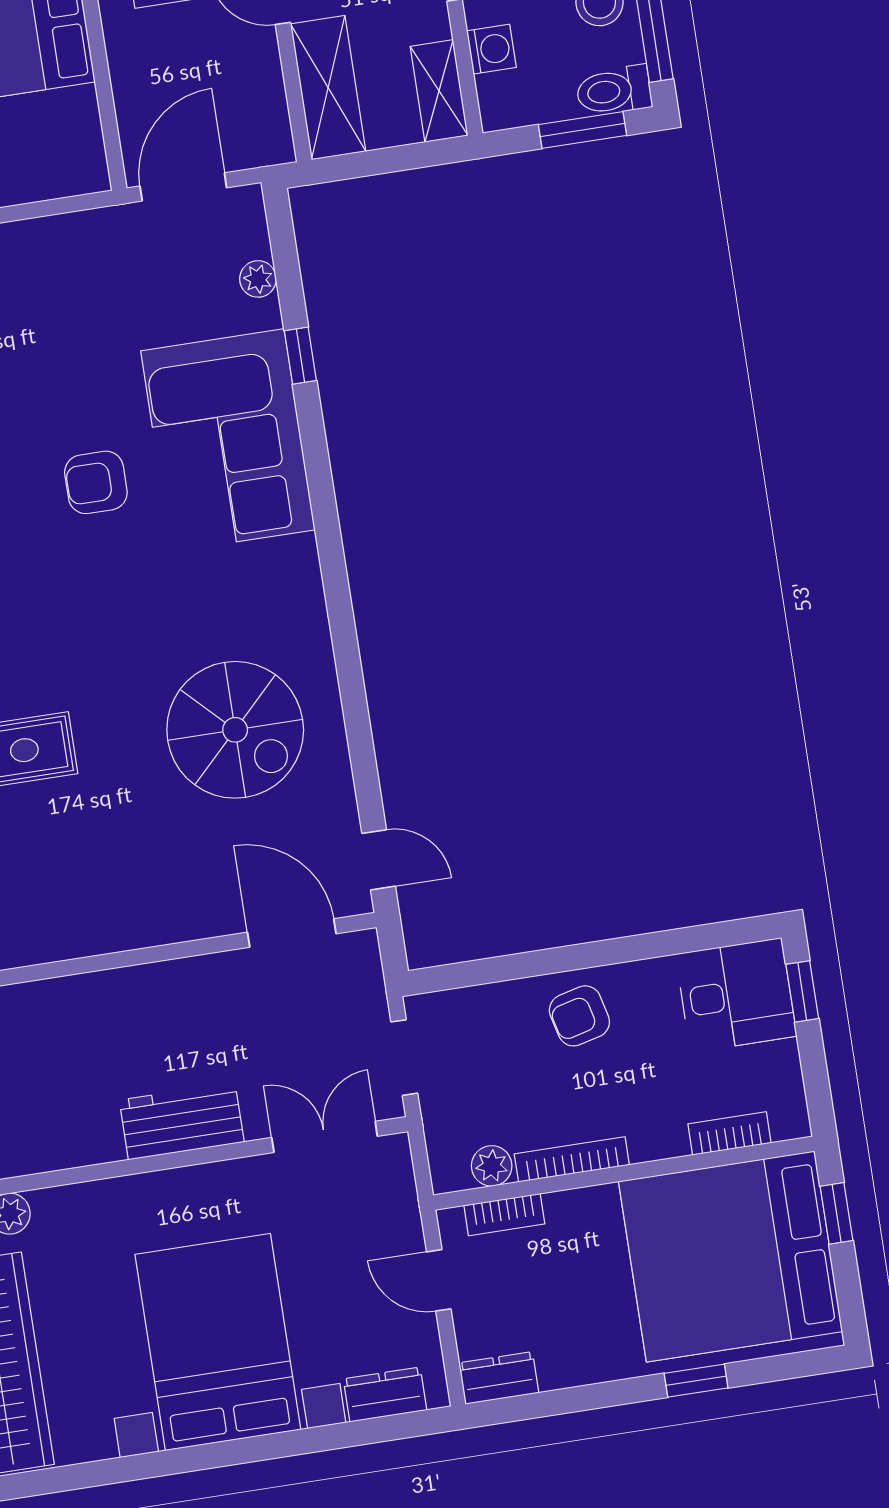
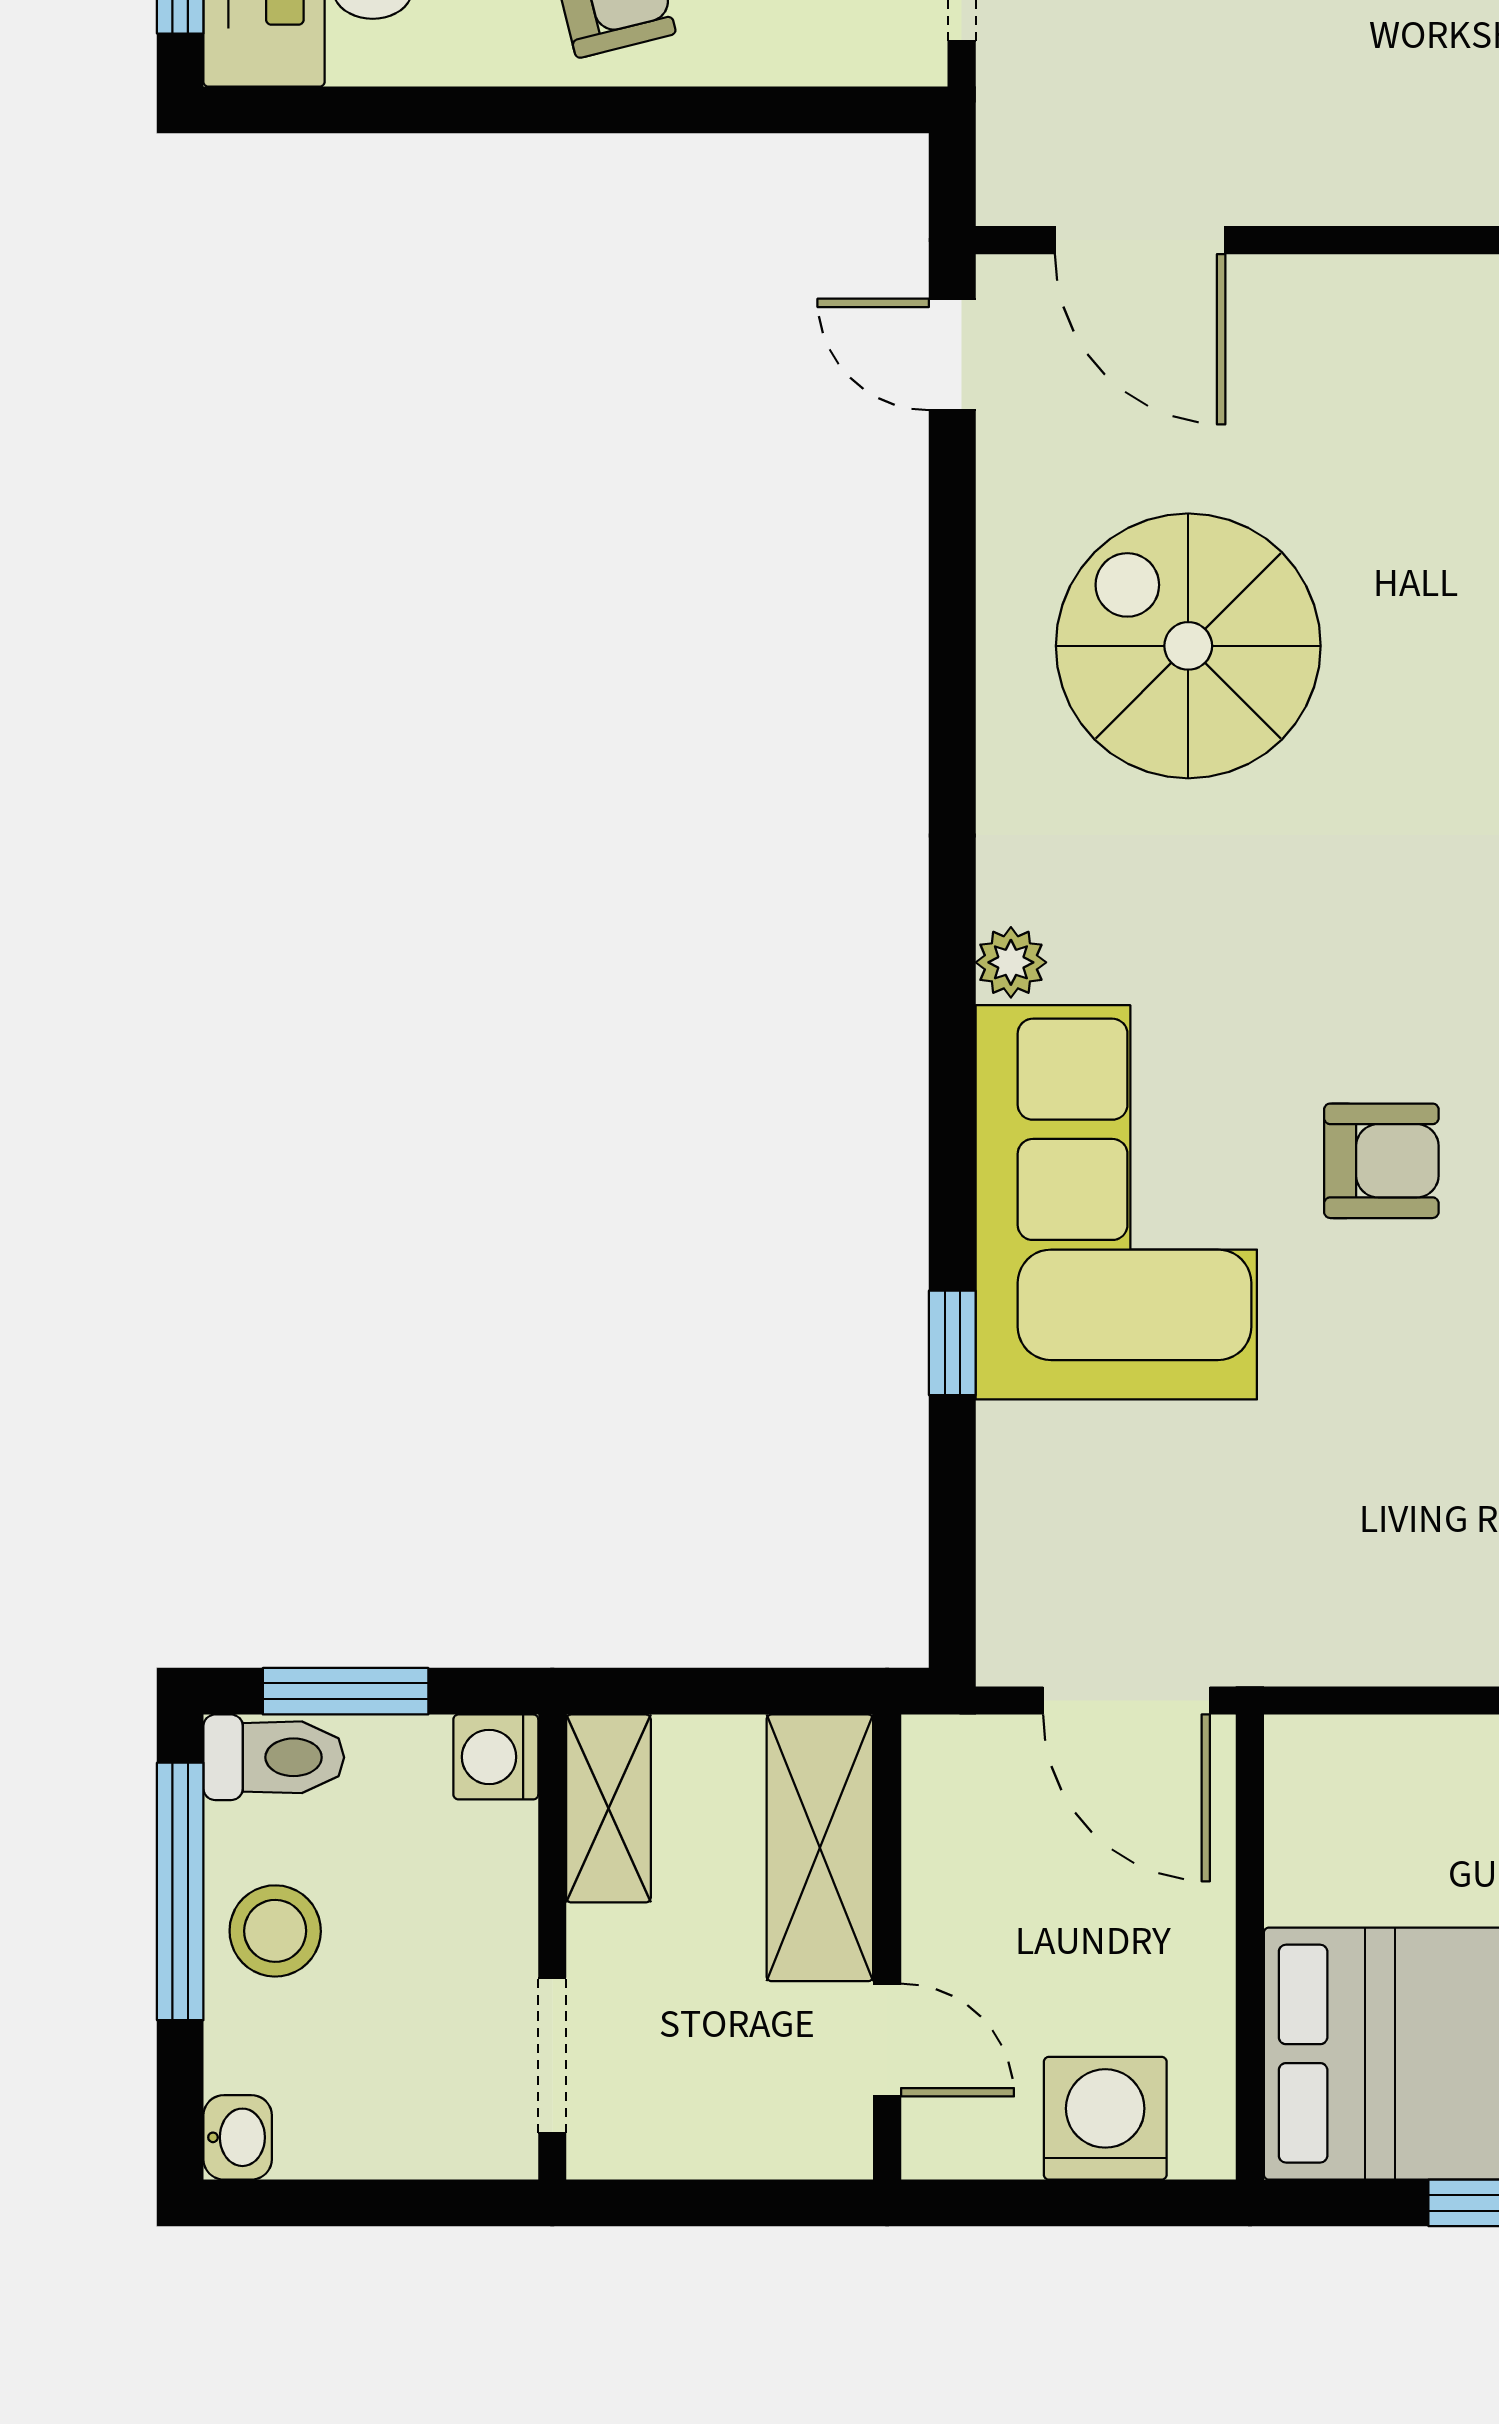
washing machine: (491, 49) -> (496, 1757), moved
door: (183, 187) -> (1127, 1701), hinge flipped
plant: (258, 279) -> (1011, 962), moved

